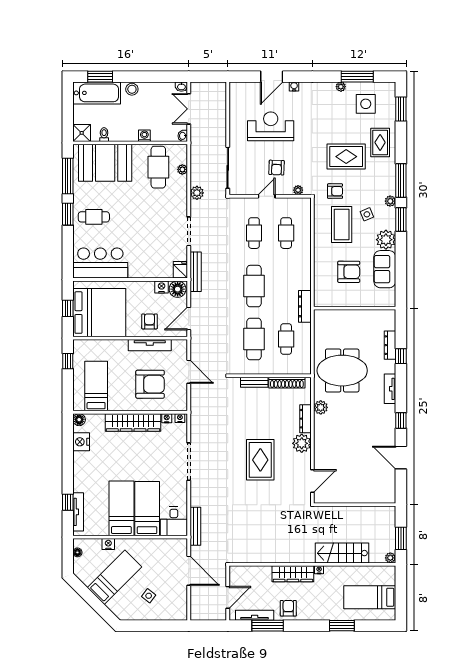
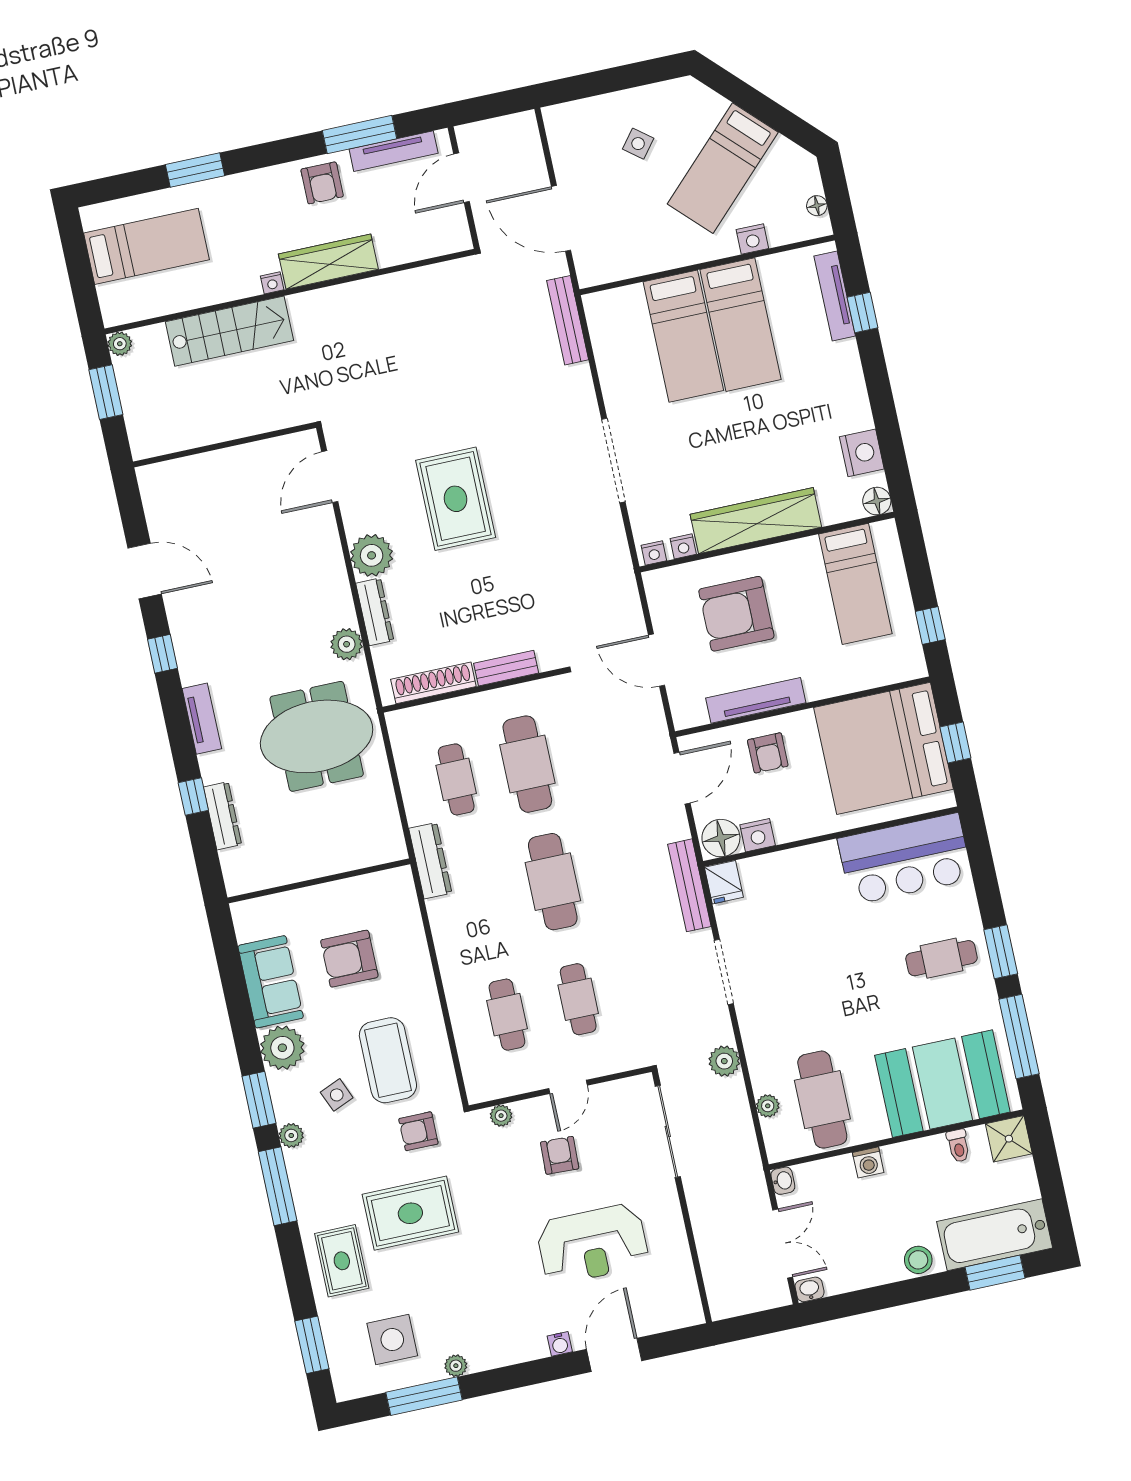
desk: (174, 521) -> (618, 321), removed

